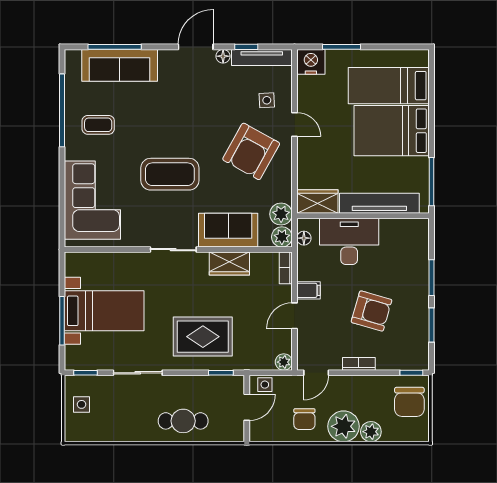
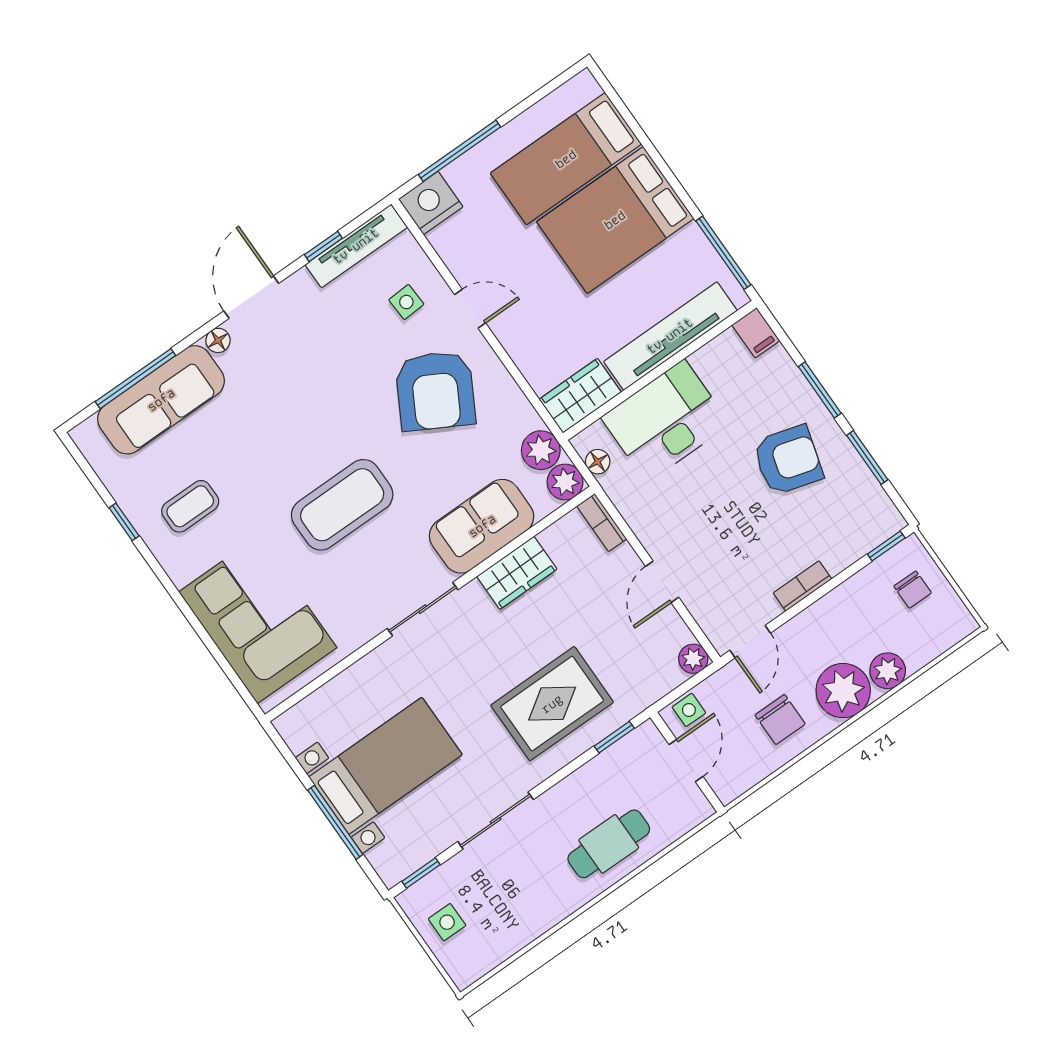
window: (342, 47) -> (459, 151), width x1.44
floor lamp: (223, 56) -> (218, 340), moved
window: (62, 110) -> (124, 522), width x0.32
filing cabinet: (309, 290) -> (756, 333), moved, turned 90
armchair: (371, 311) -> (788, 460), moved
chair: (409, 402) -> (913, 590), width x0.54, depth x0.54

